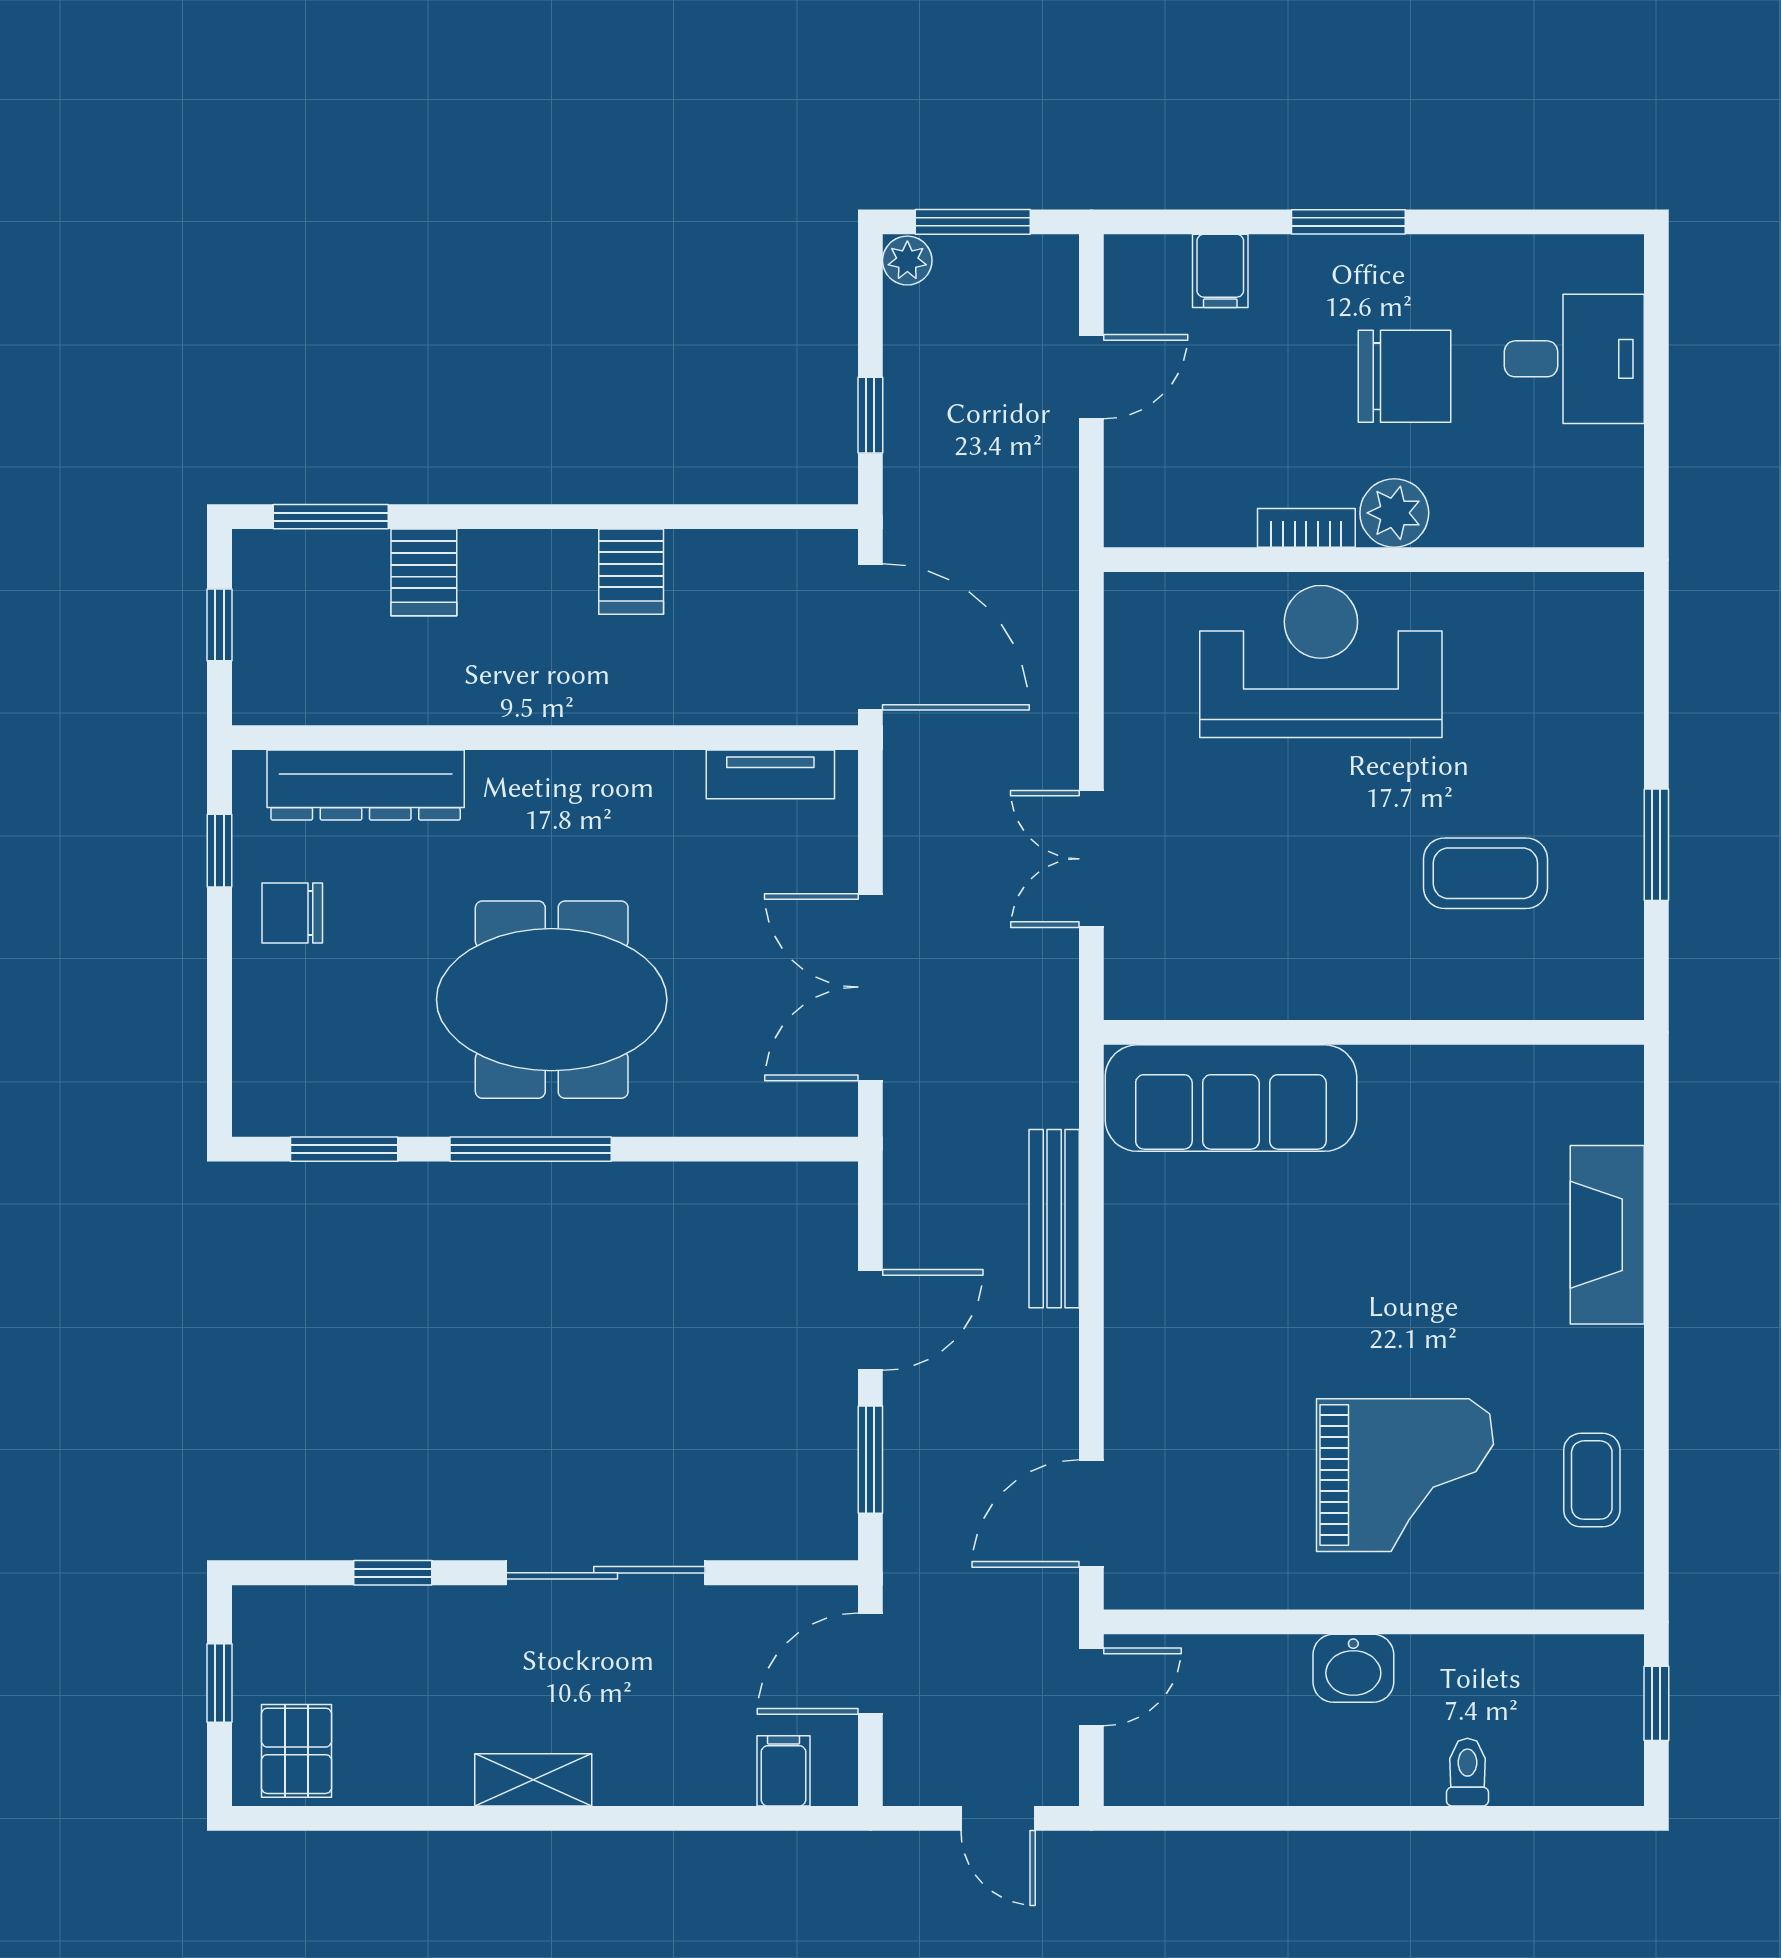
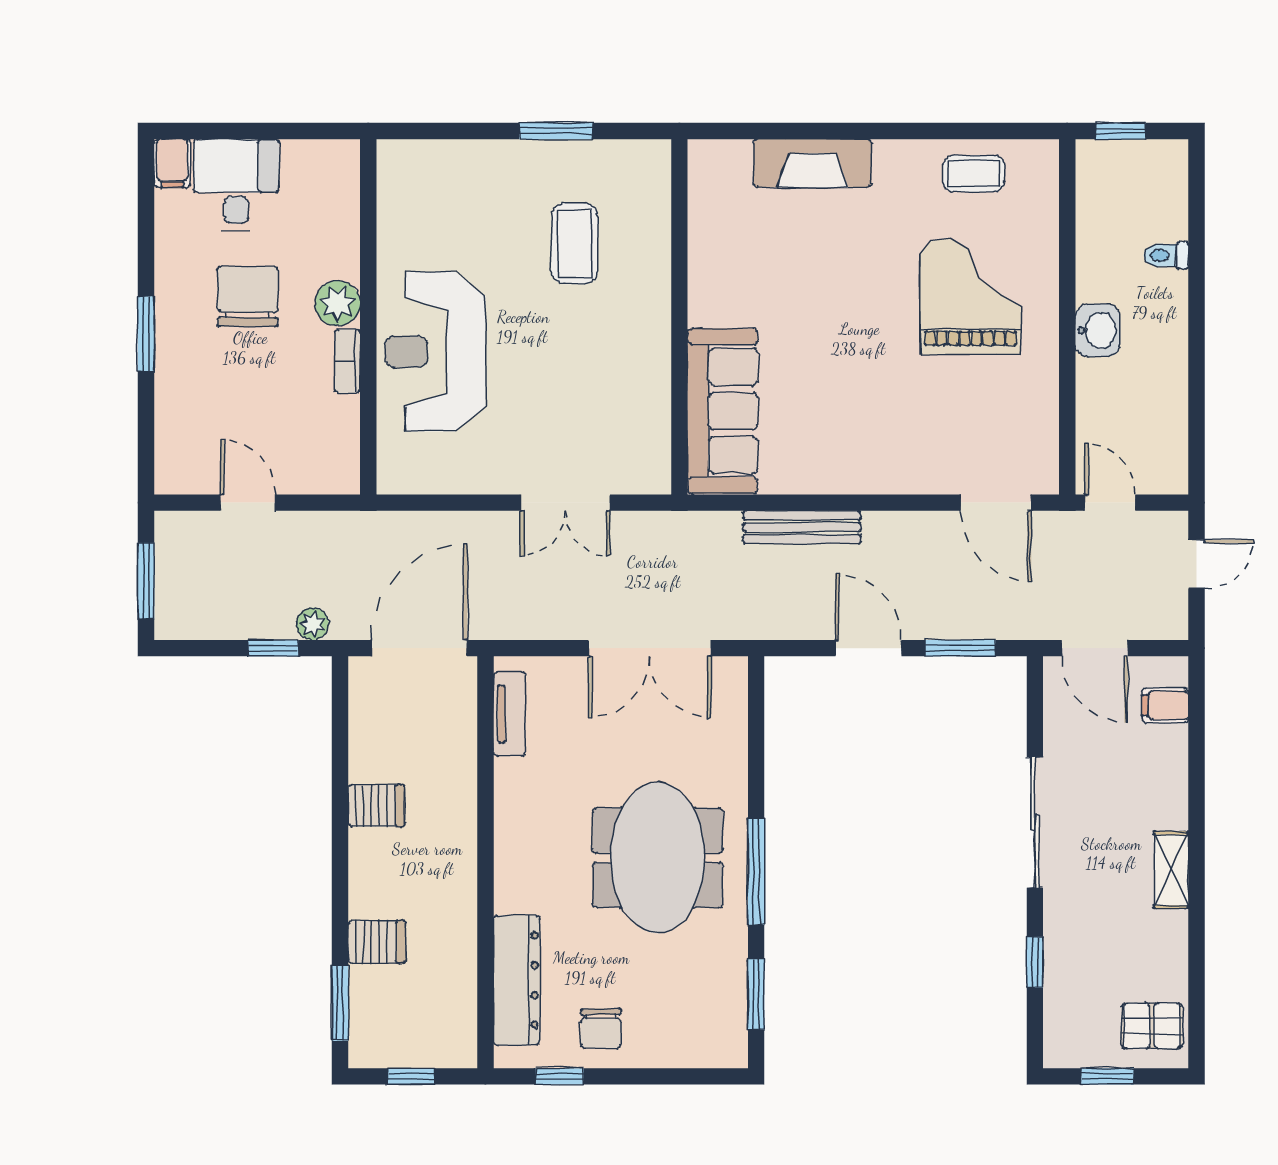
plant: (907, 261) -> (312, 624), moved
filing cabinet: (1220, 271) -> (172, 163), moved, turned 90

